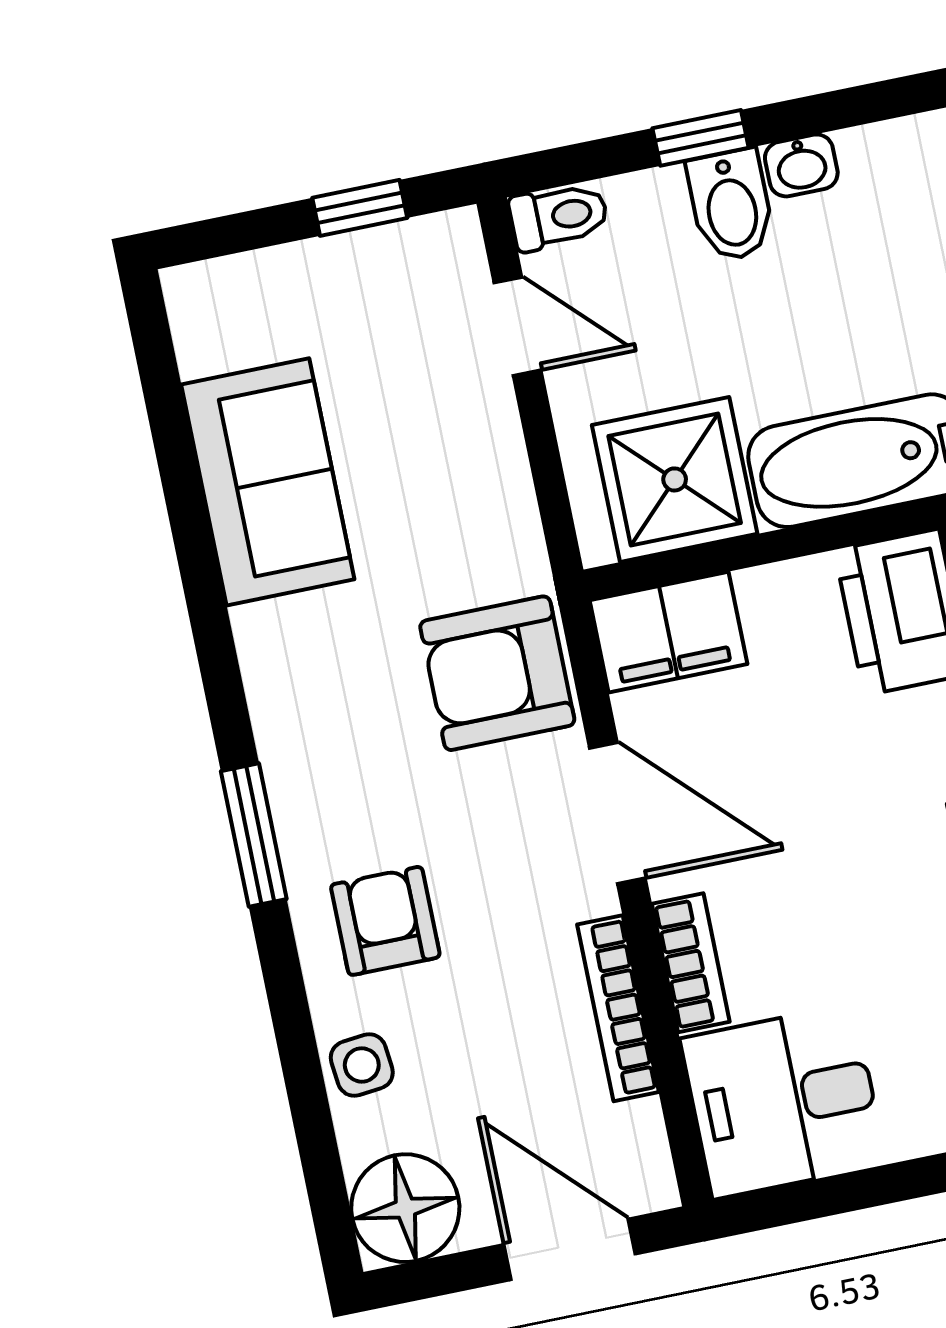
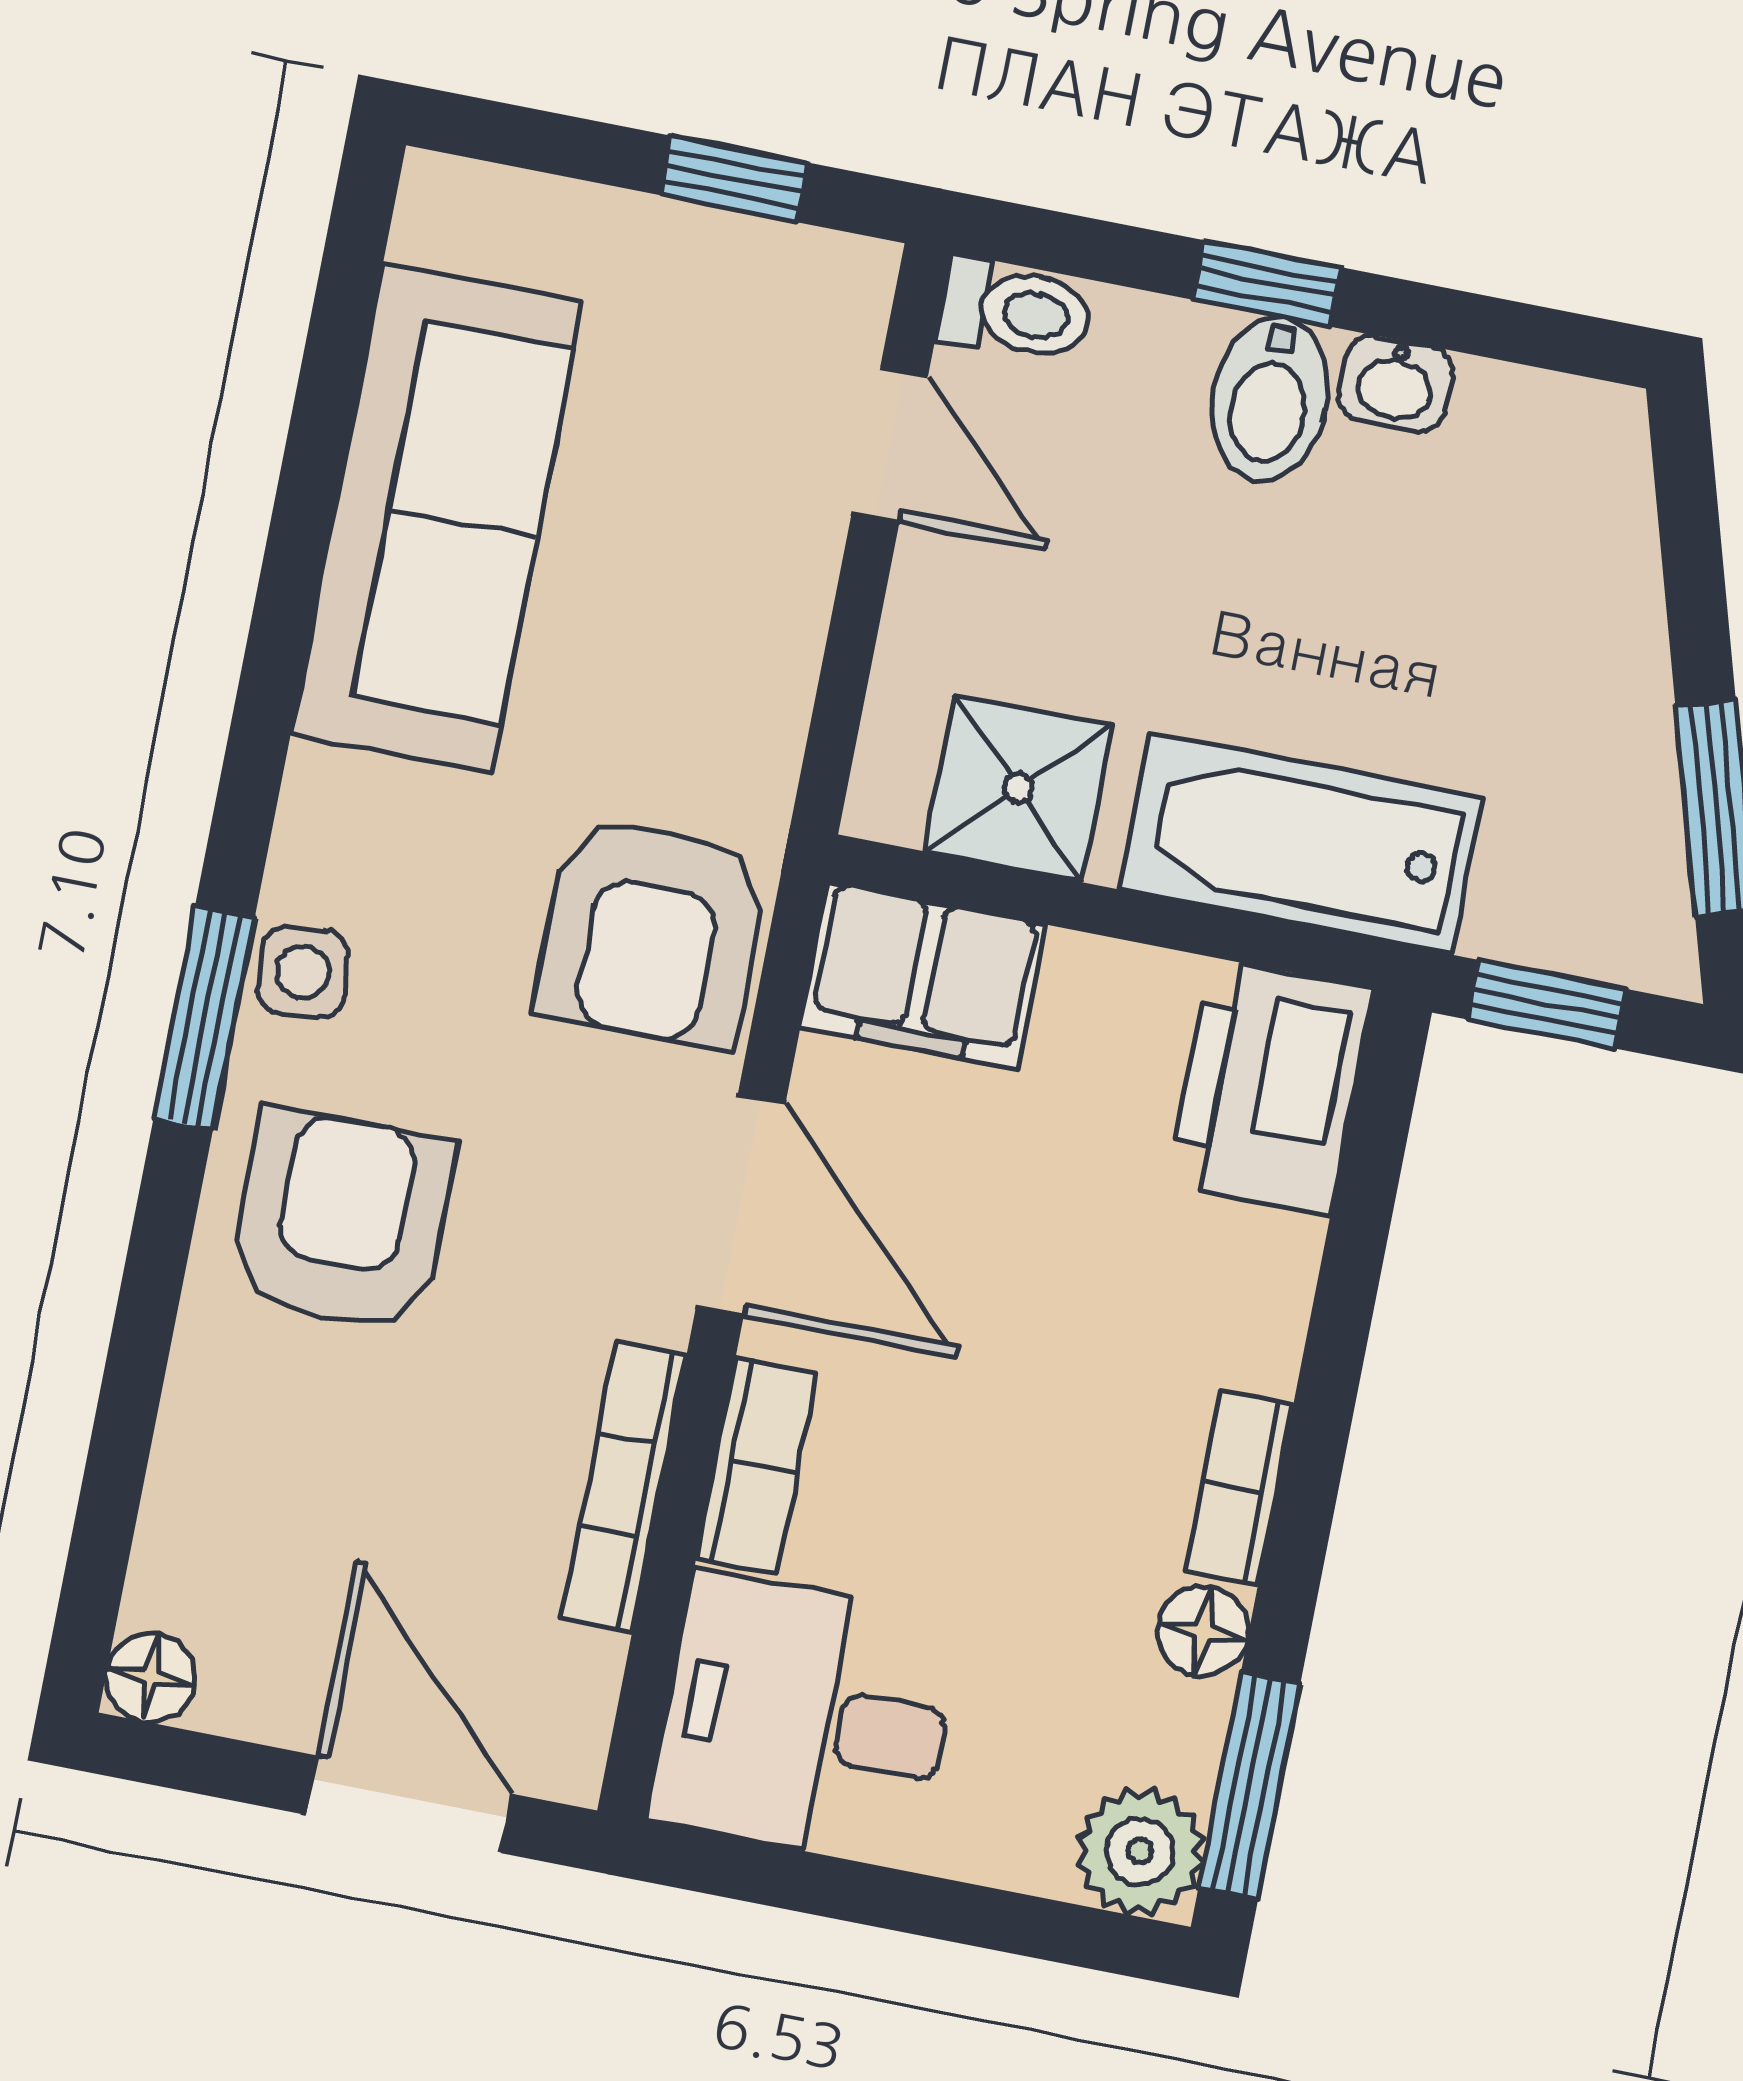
shower: (675, 479) -> (1018, 788), width x0.73, depth x0.73
sofa: (268, 482) -> (437, 518), width x1.36
armchair: (497, 673) -> (652, 932), turned -90
armchair: (385, 921) -> (342, 1221), width x1.38, depth x1.38
side table: (362, 1065) -> (303, 972), moved
floor lamp: (405, 1208) -> (151, 1677), width x0.53, depth x0.53

